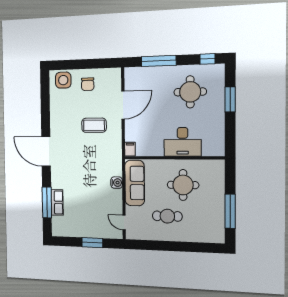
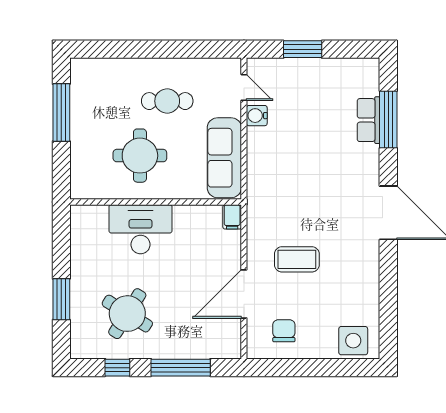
window: (208, 59) -> (117, 368), moved
chair: (88, 84) -> (284, 331), moved
round table: (190, 92) -> (127, 314), turned 32
water cooler: (117, 183) -> (257, 116), moved

